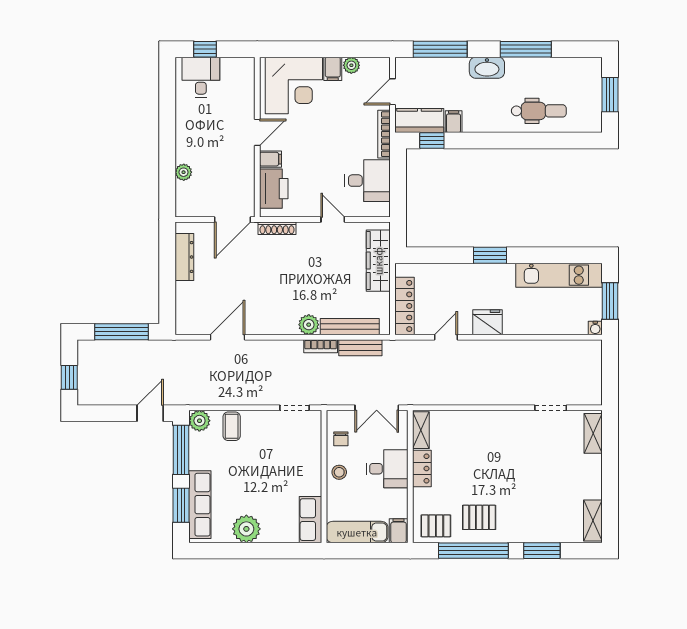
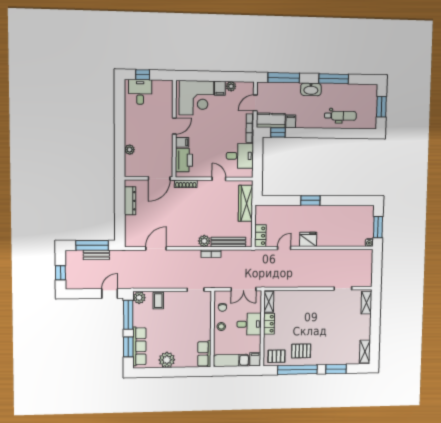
kitchen unit: (559, 275) -> (350, 212), removed
locker: (404, 306) -> (260, 236), width x0.66
bench: (360, 348) -> (96, 255), moved

